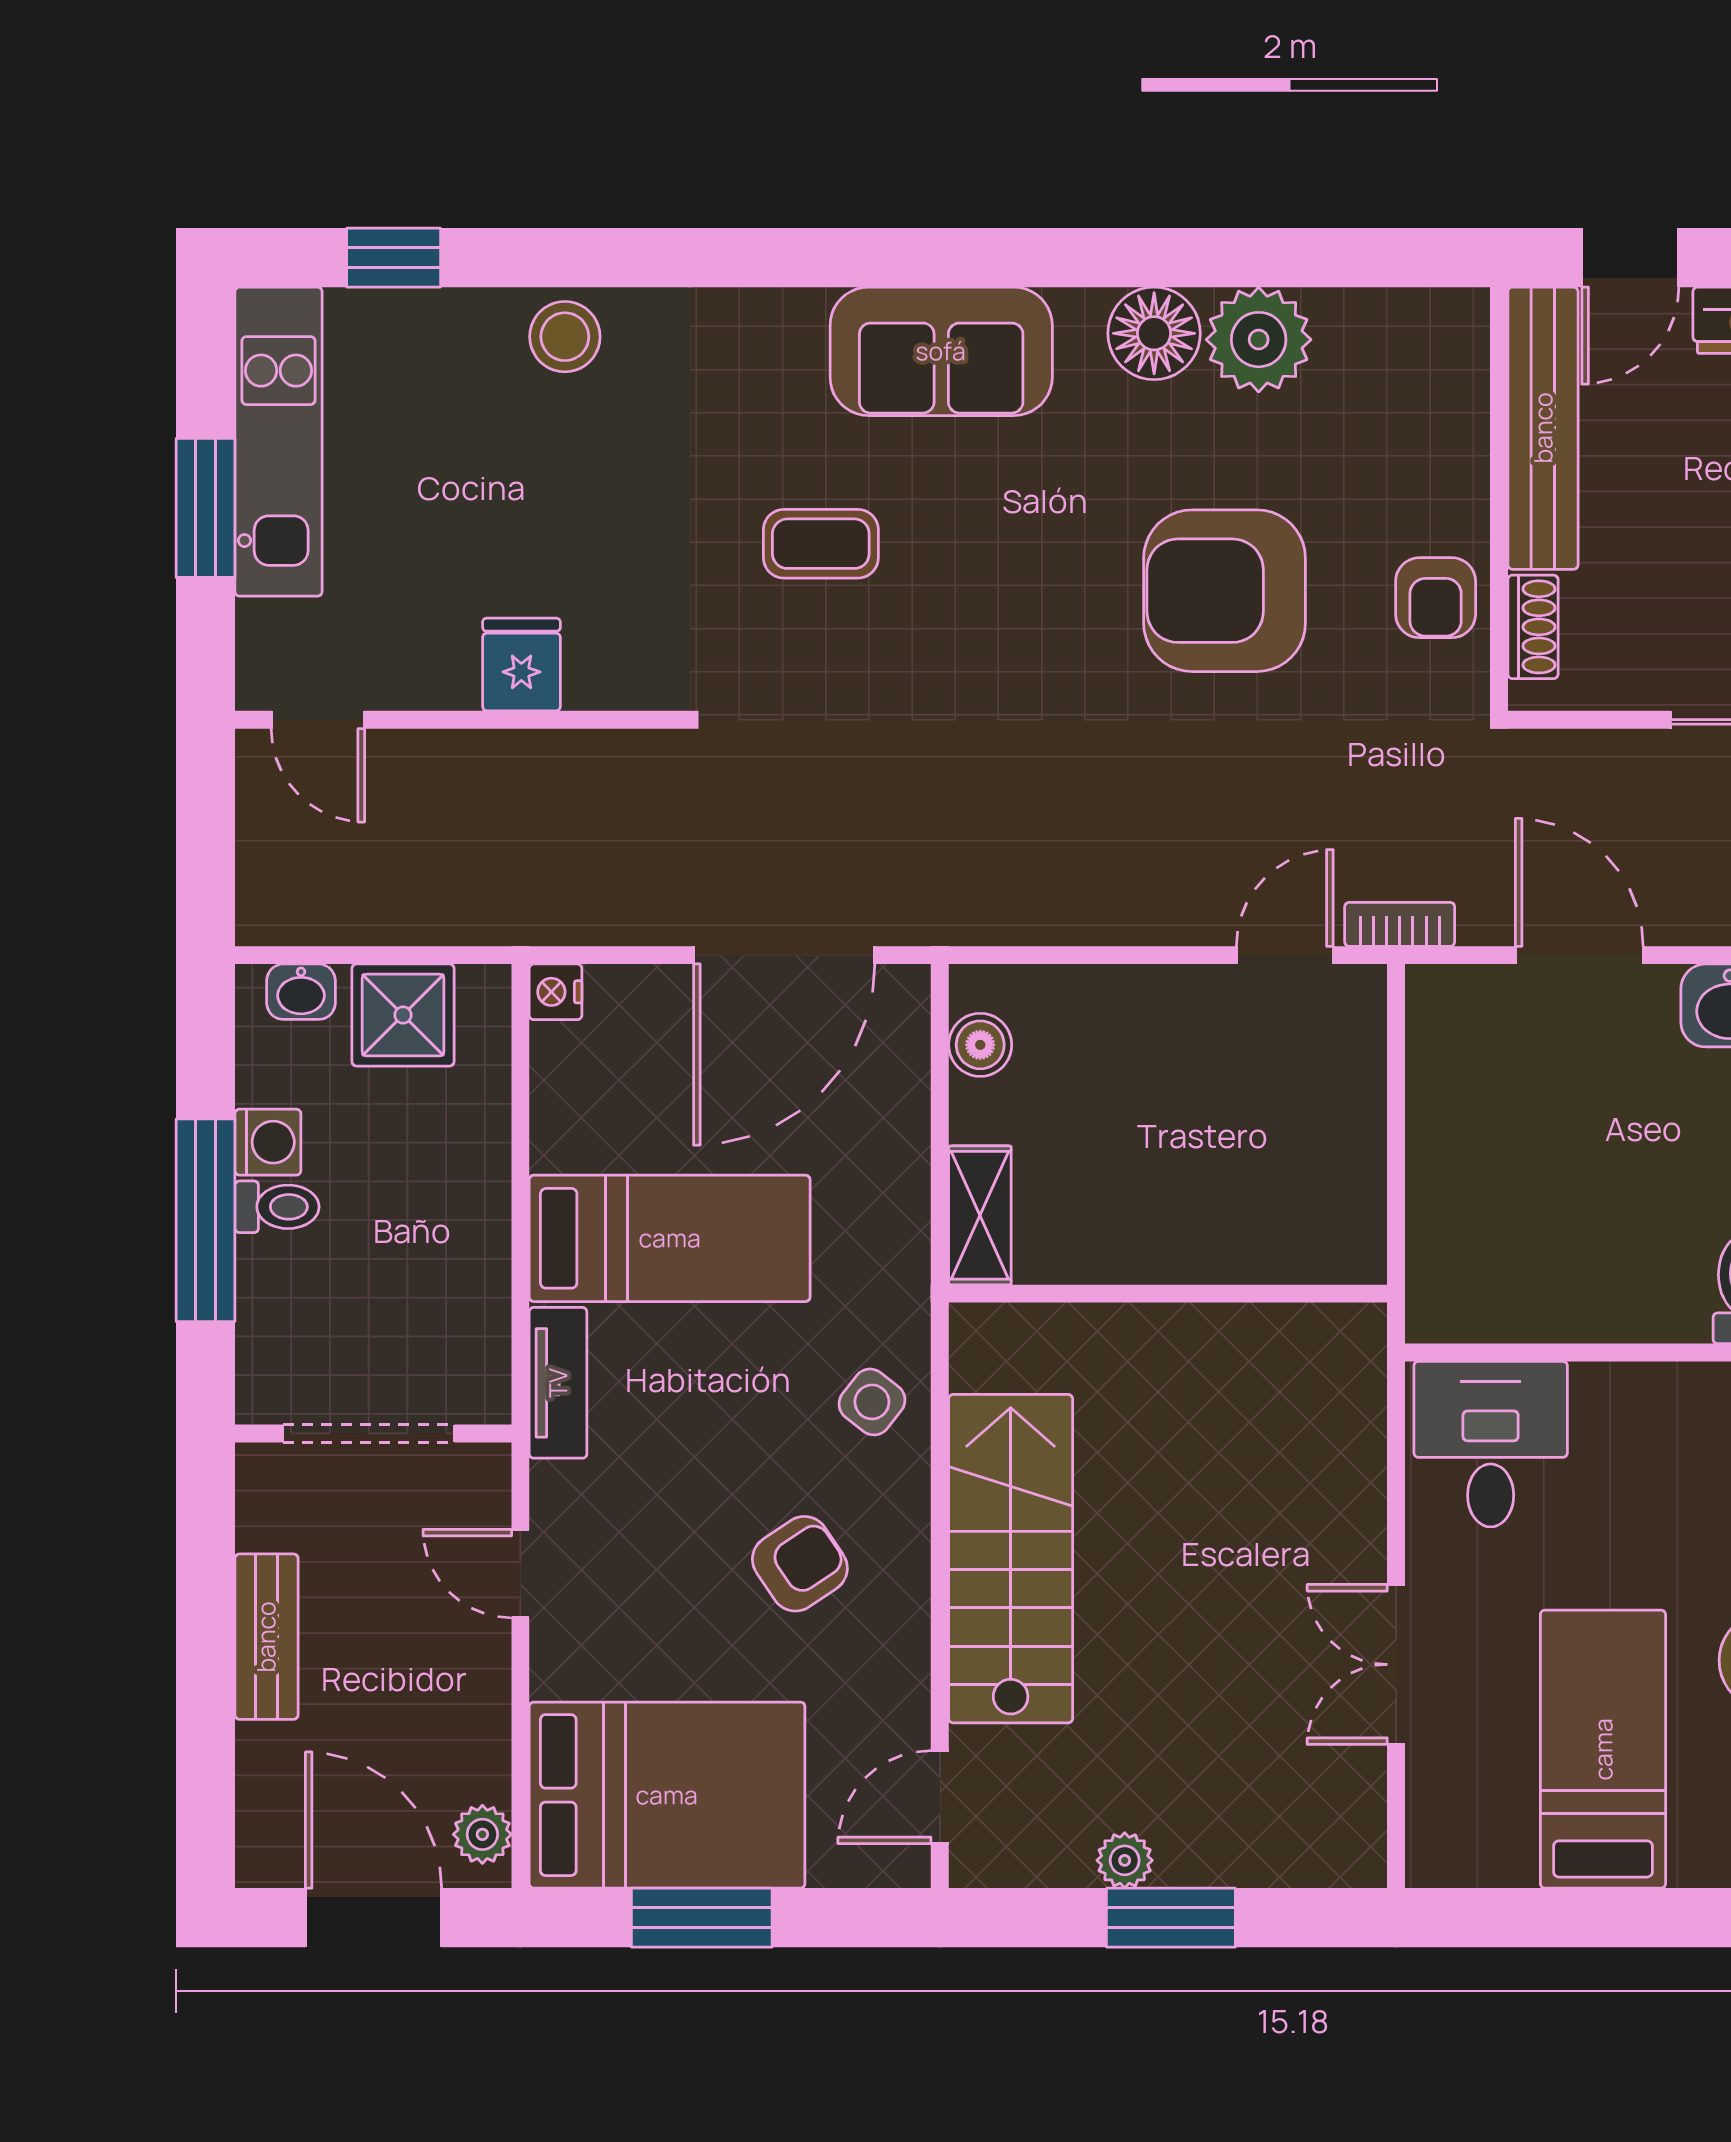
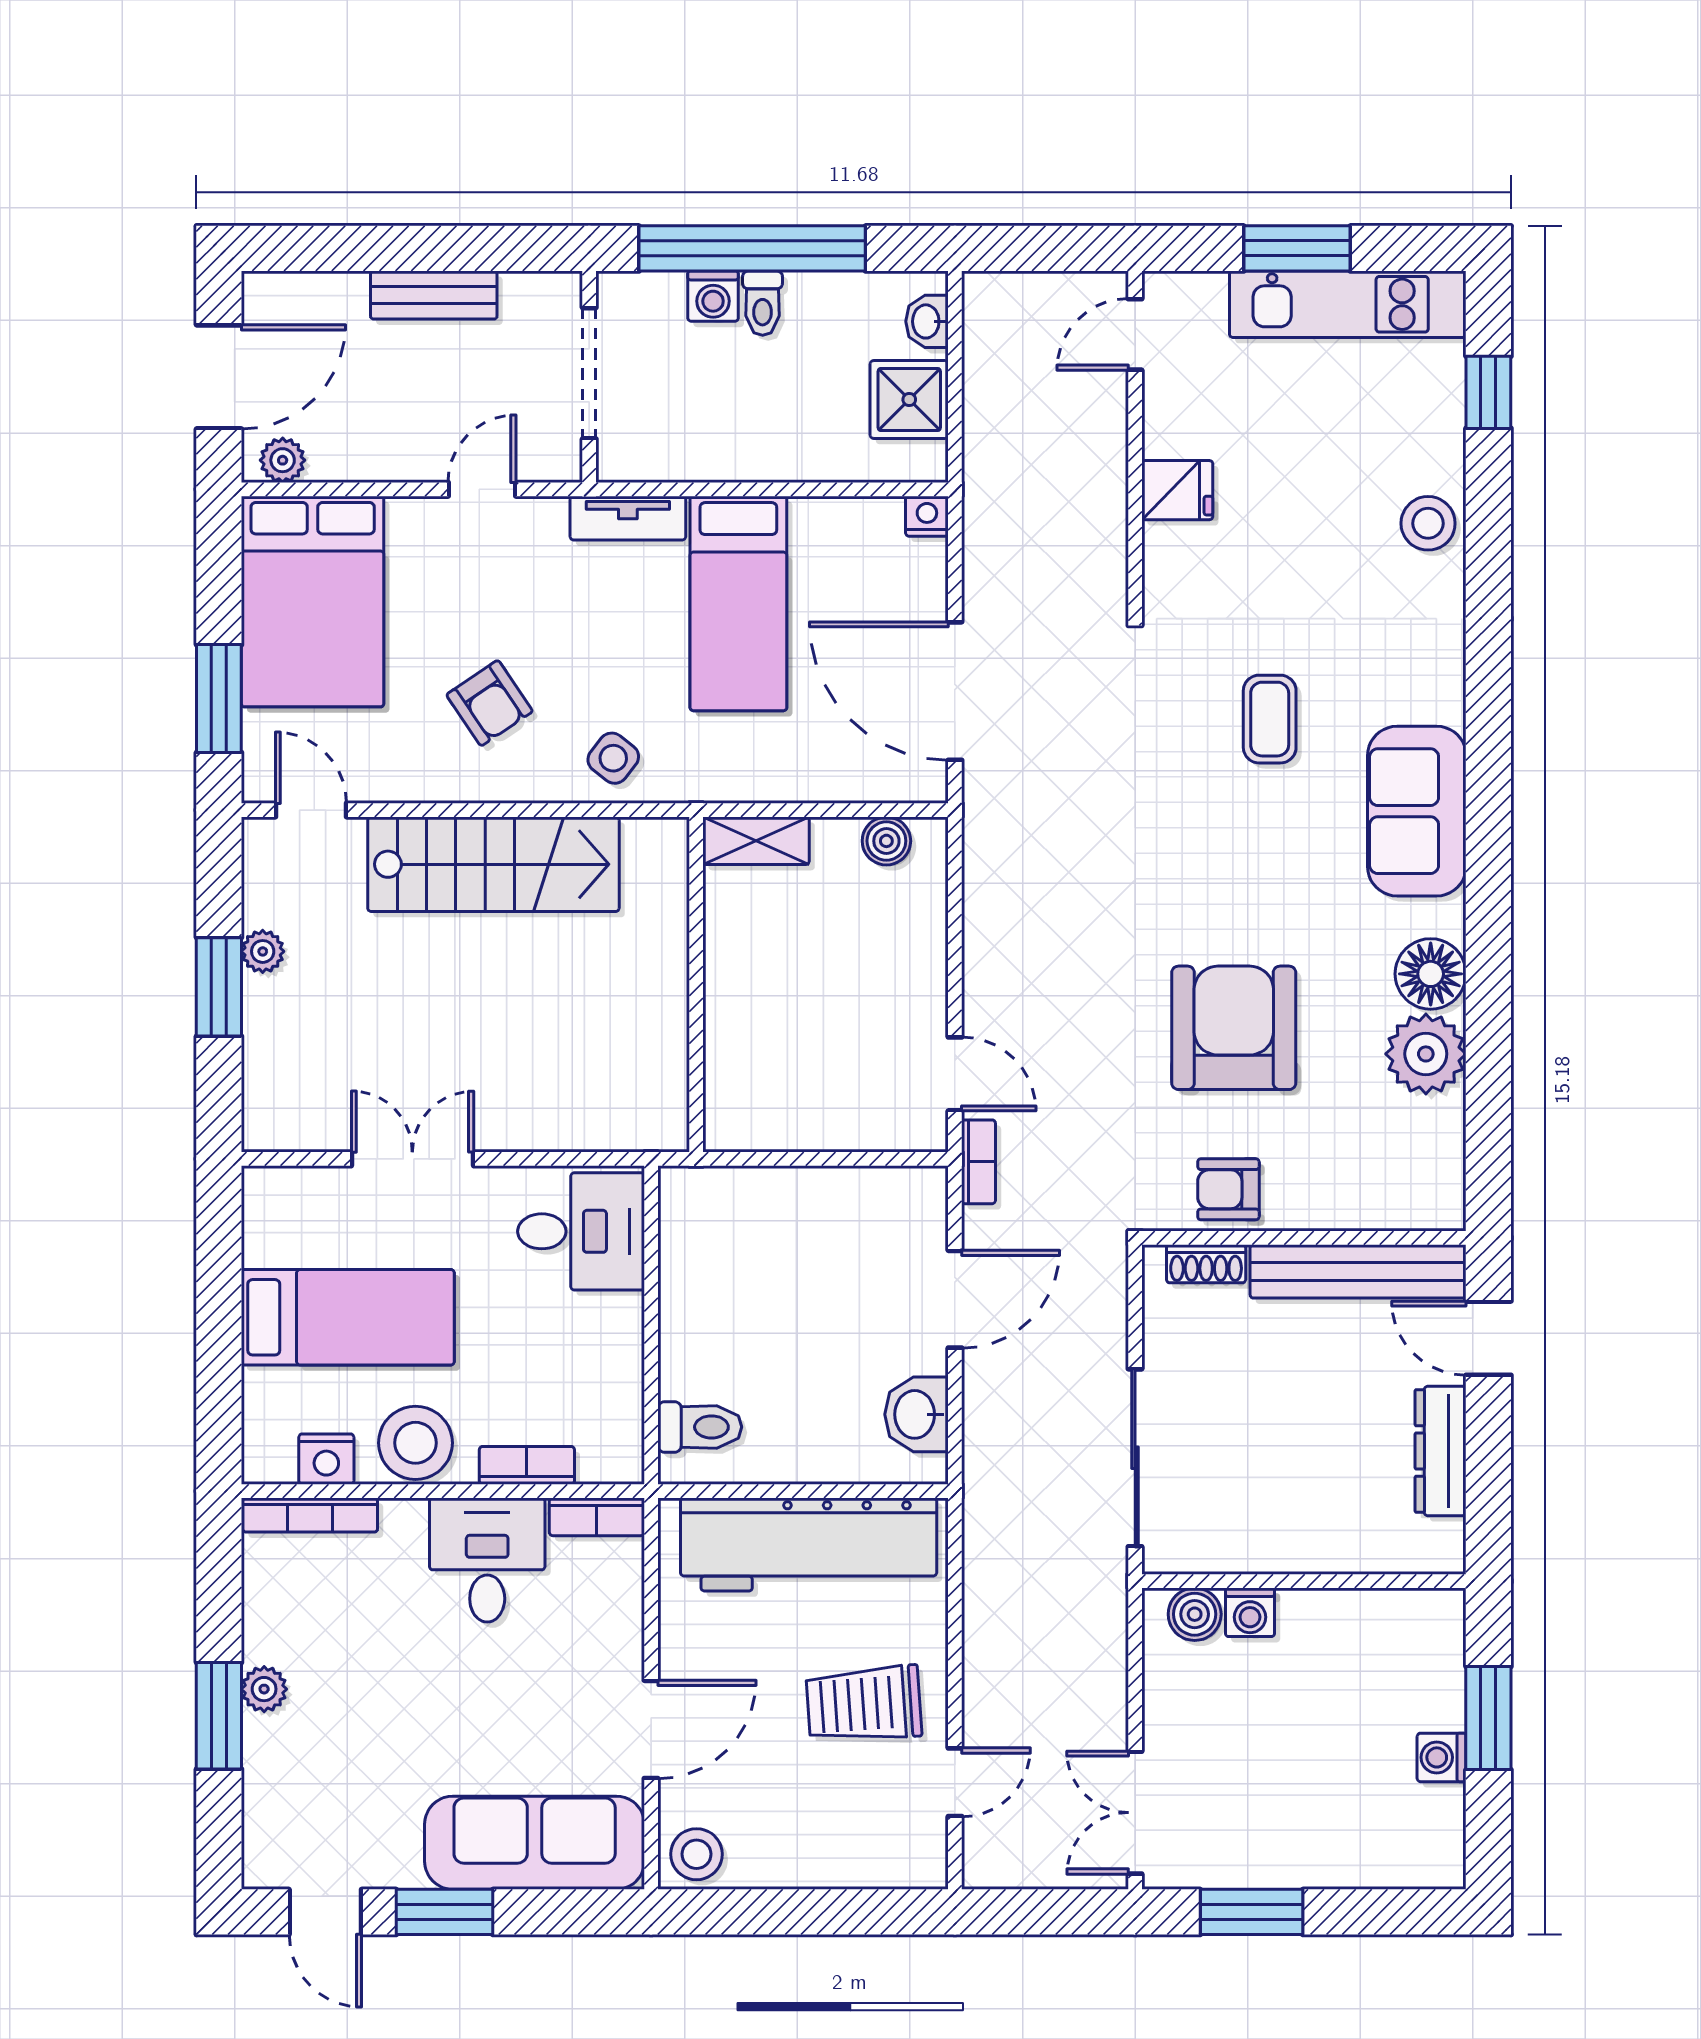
washing machine: (268, 1142) -> (713, 296), moved
window: (205, 1220) -> (752, 248), width x1.46
window: (702, 1918) -> (219, 699), moved

